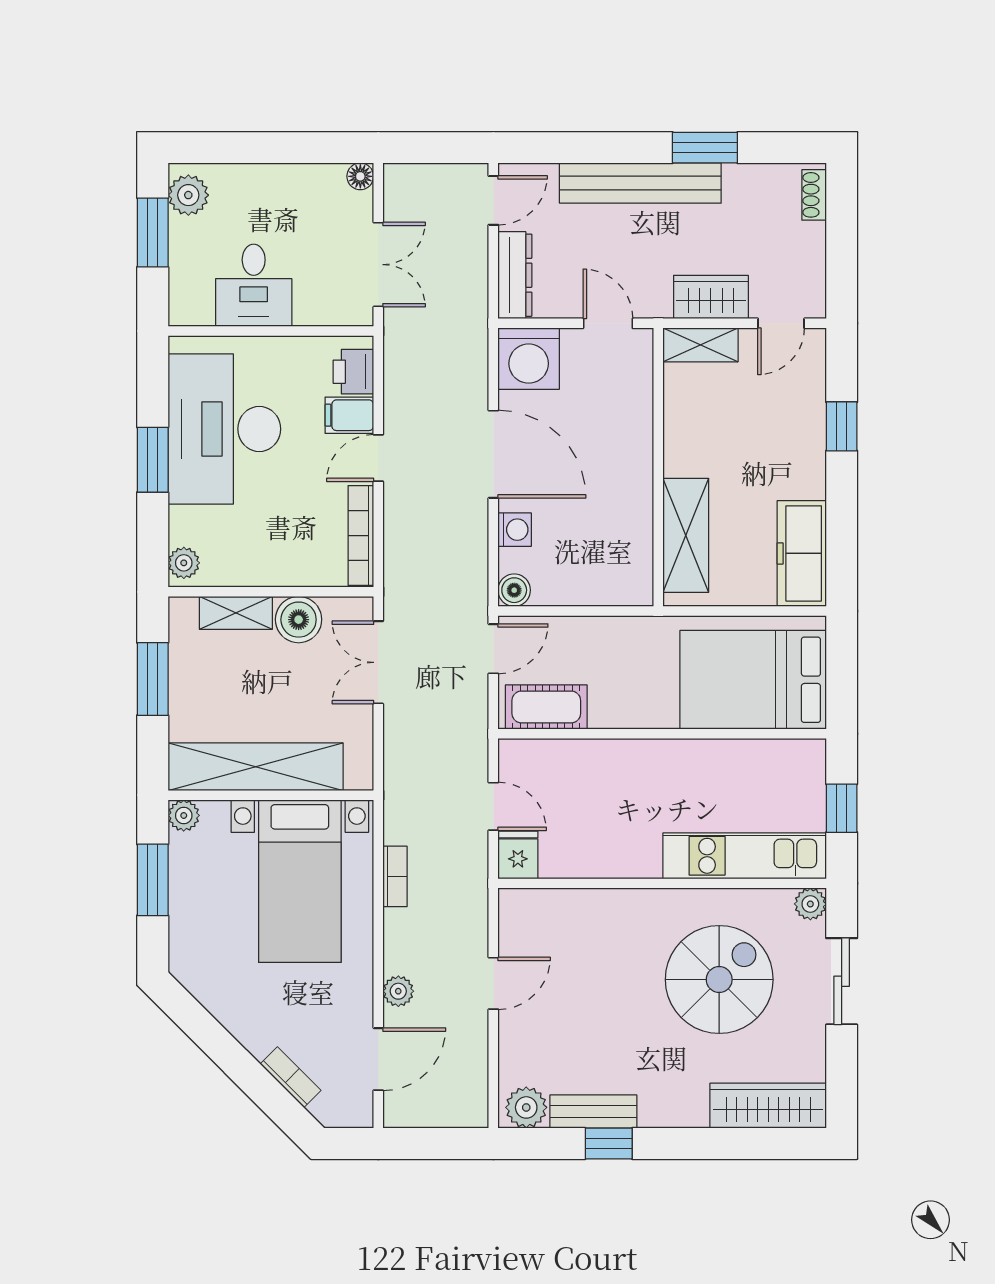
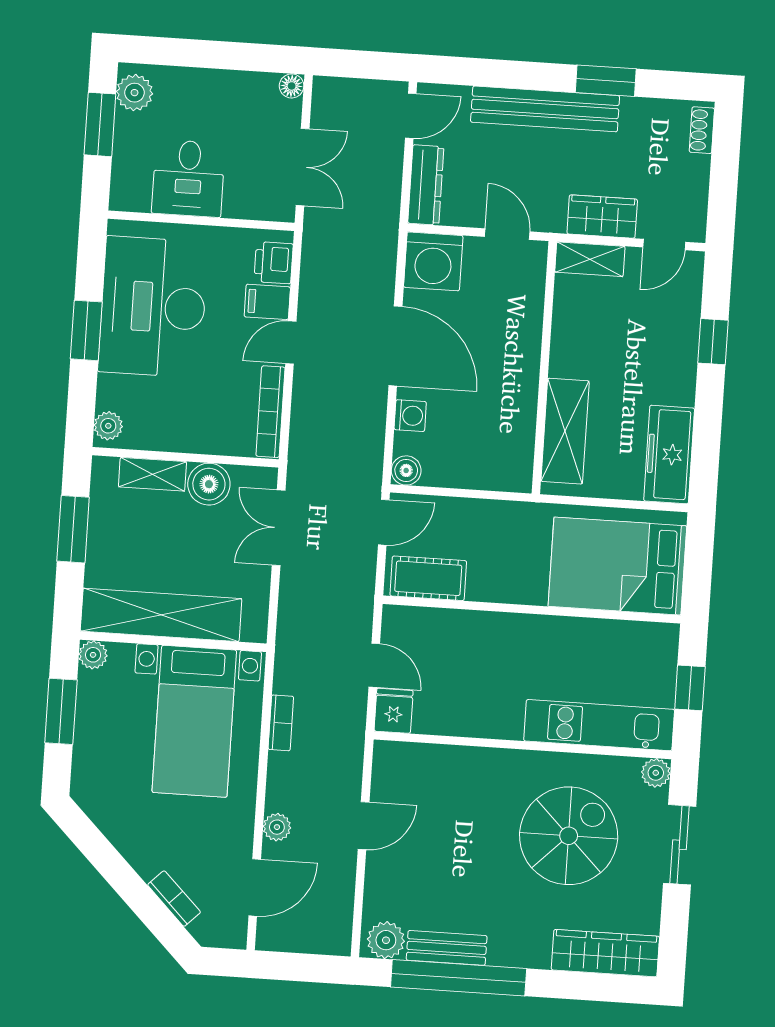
window: (609, 1143) -> (459, 978), width x3.17

